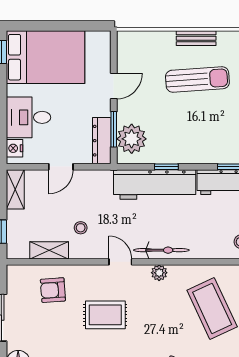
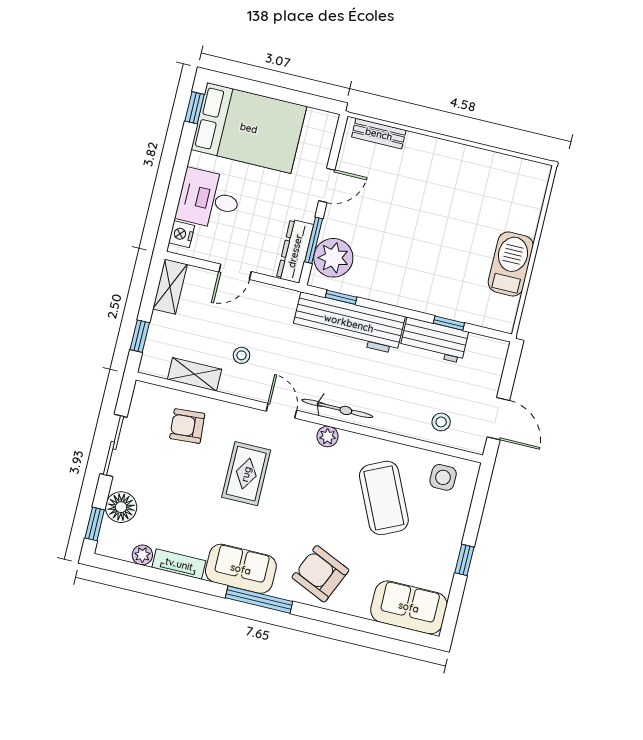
bench: (196, 38) -> (379, 134), moved
sun lounger: (197, 79) -> (435, 203), removed
window: (166, 167) -> (341, 297), moved
rug: (105, 315) -> (246, 474), turned 90

